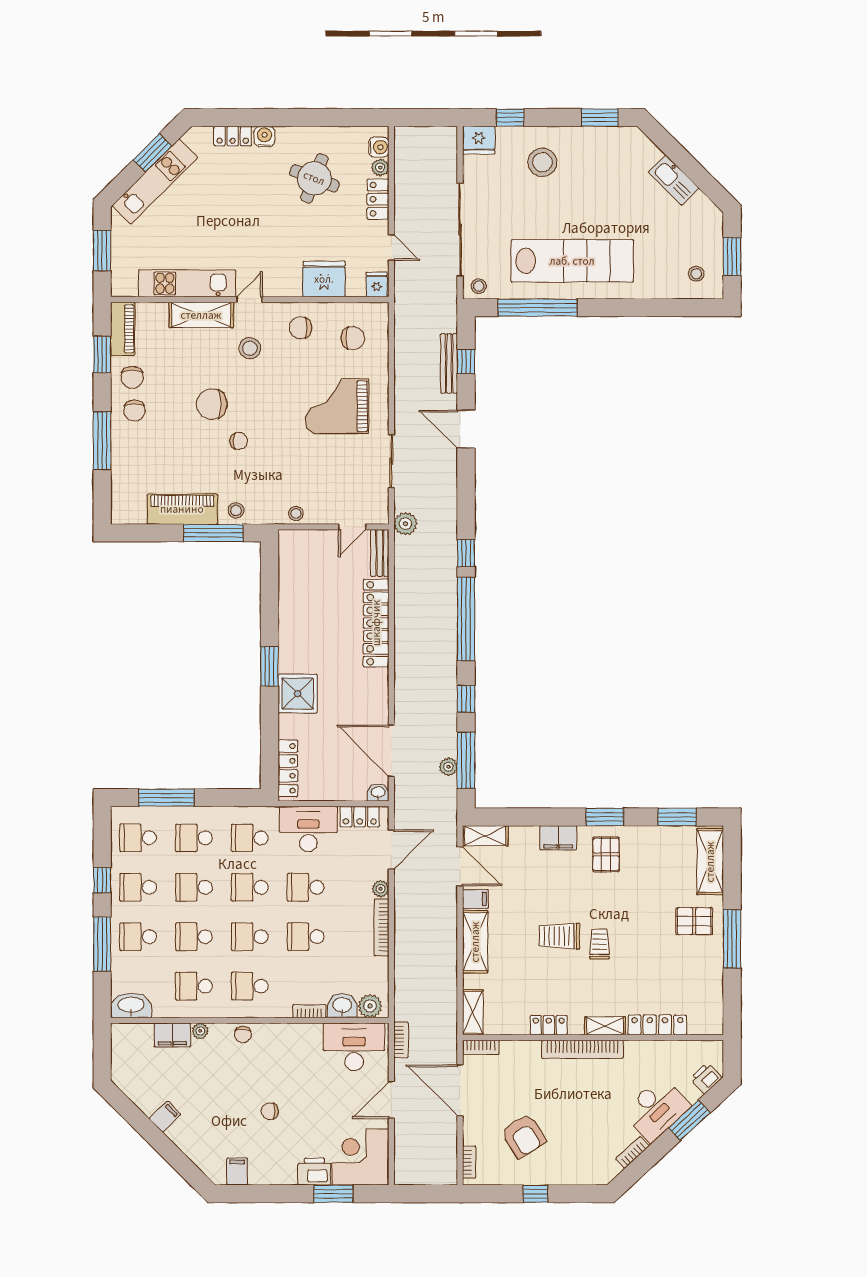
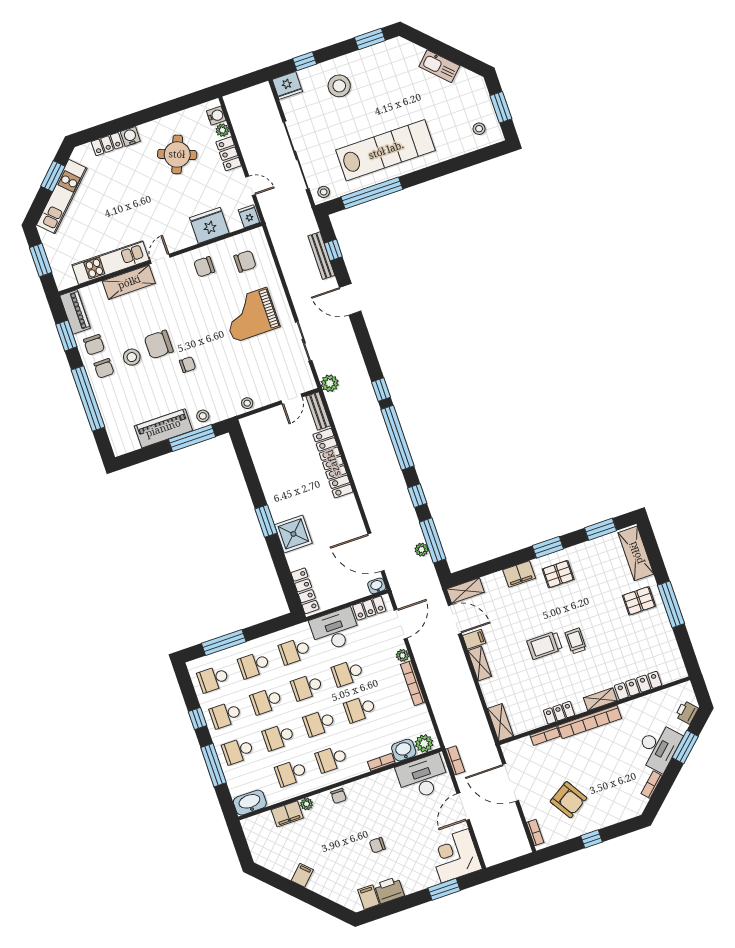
stool: (250, 348) -> (132, 357), moved
window: (102, 441) -> (88, 398), width x1.46
pallet: (606, 854) -> (558, 574), turned 90
shelving: (475, 942) -> (480, 664), width x0.67, depth x0.75
bookcase: (481, 1047) -> (545, 736), moved
printer: (314, 1172) -> (389, 890), moved

